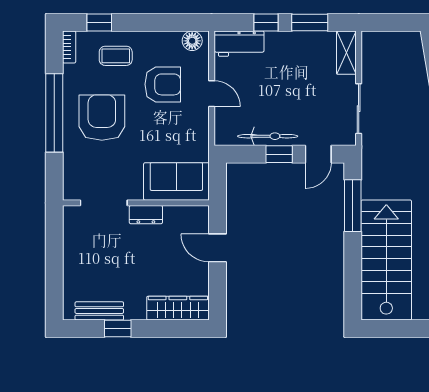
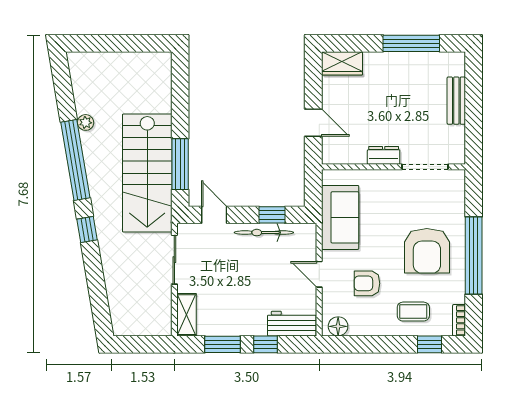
armchair: (163, 84) -> (367, 283), width x0.72, depth x0.72
window: (279, 154) -> (272, 215), moved
door: (318, 154) -> (214, 215), hinge flipped
sofa: (176, 181) -> (340, 217), moved, turned -90
stairs: (386, 260) -> (147, 173), moved
wardrobe: (178, 308) -> (342, 63), width x0.67
bench: (99, 311) -> (456, 101), moved, turned 90
window: (118, 329) -> (411, 43), width x2.17

